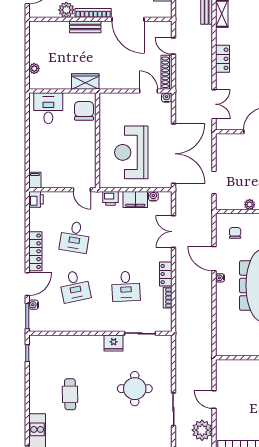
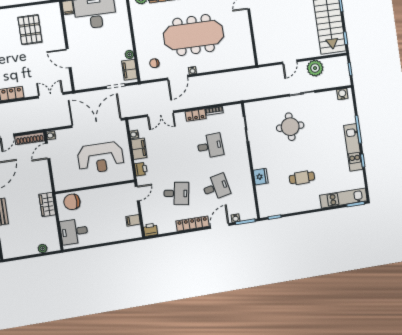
filing cabinet: (35, 180) -> (133, 220), moved
filing cabinet: (231, 202) -> (129, 70), added
door: (27, 284) -> (220, 226), hinge flipped
fridge: (114, 343) -> (261, 177), moved

